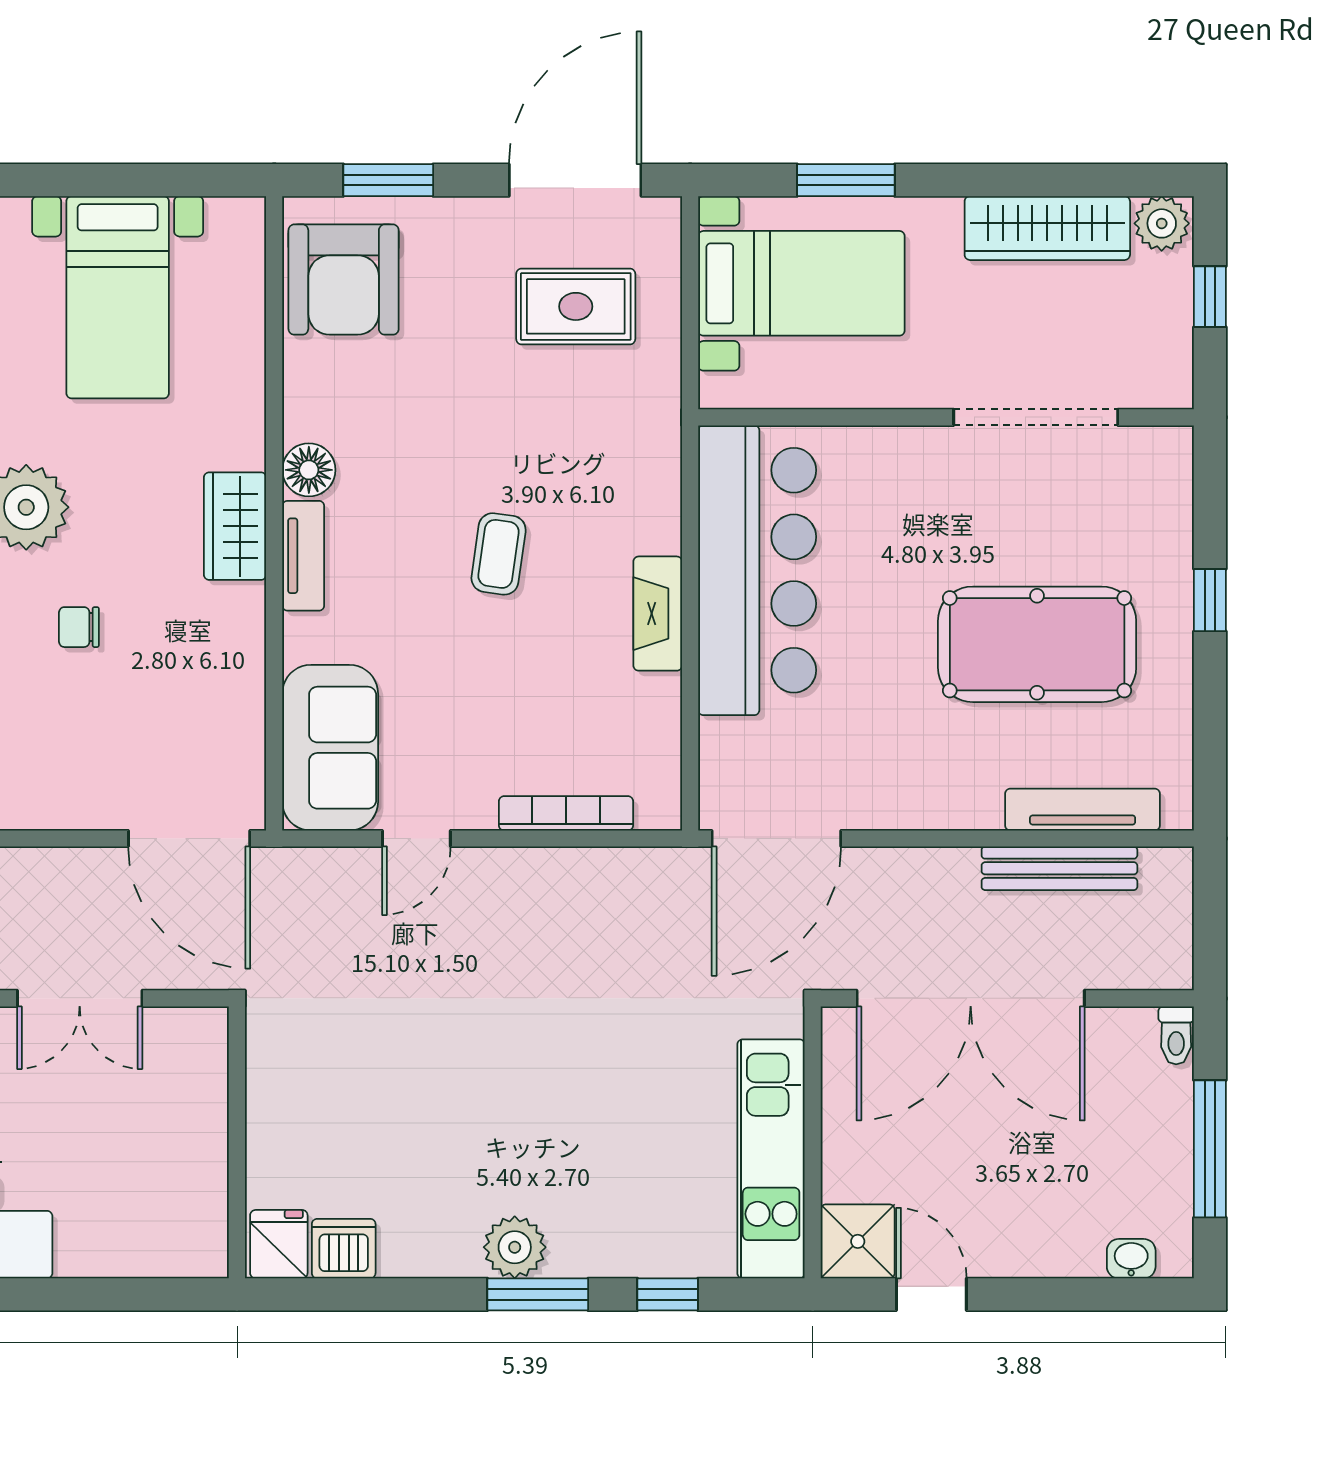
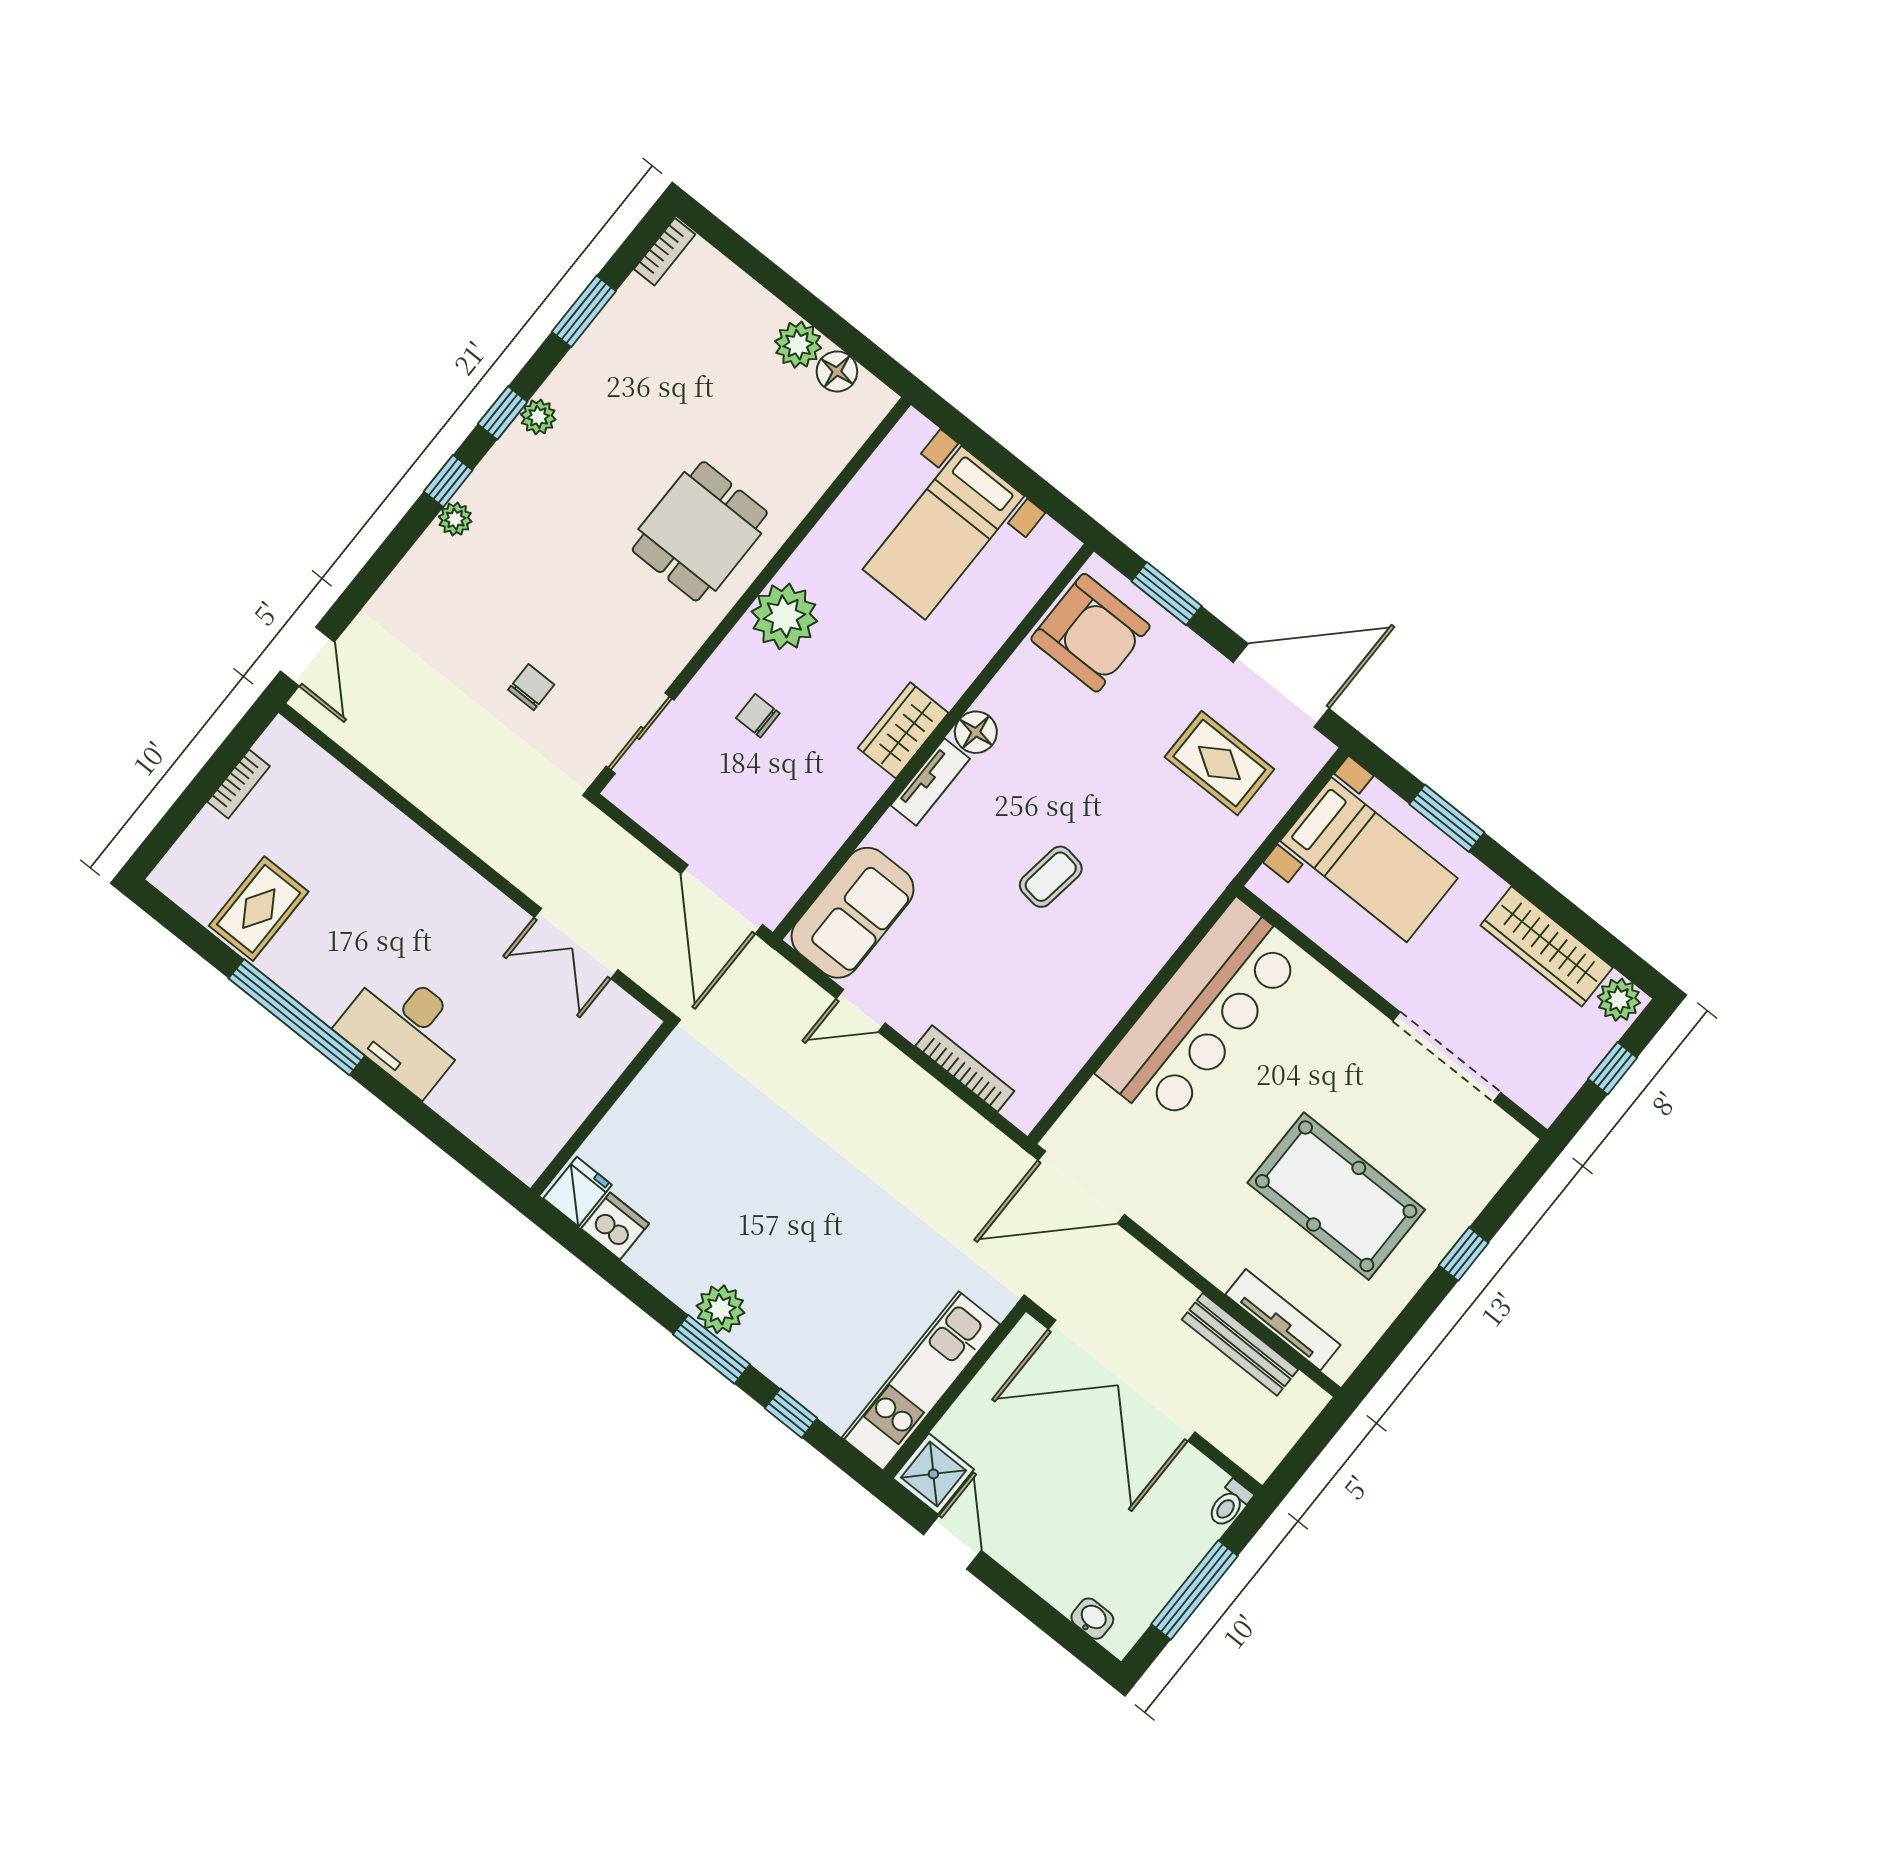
armchair: (344, 280) -> (1090, 633), turned -90
fireplace: (658, 614) -> (1119, 991), removed

